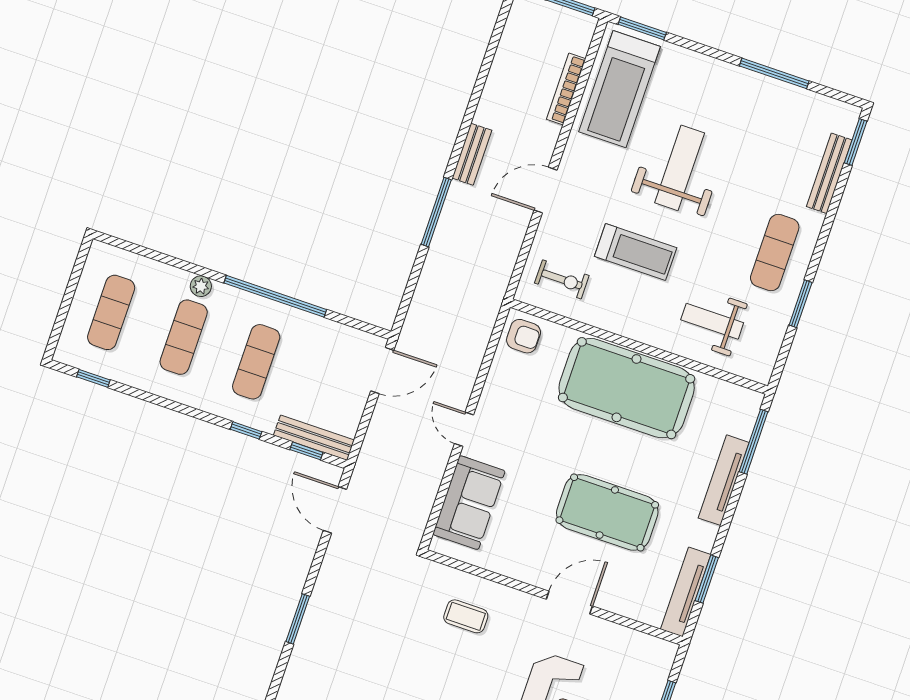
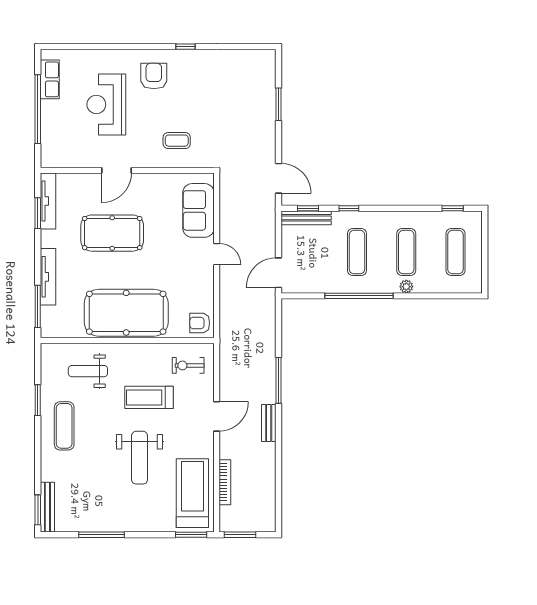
bench: (829, 173) -> (47, 507), moved
weight bench: (712, 321) -> (88, 371), turned 180

